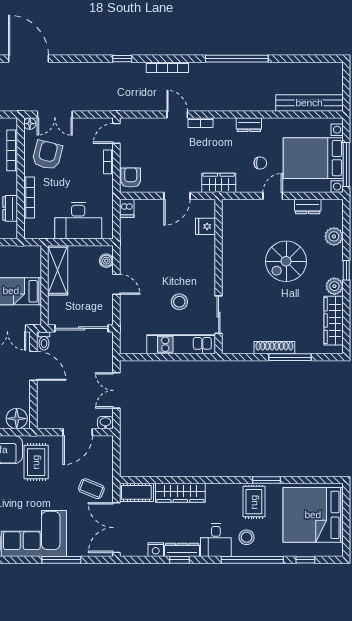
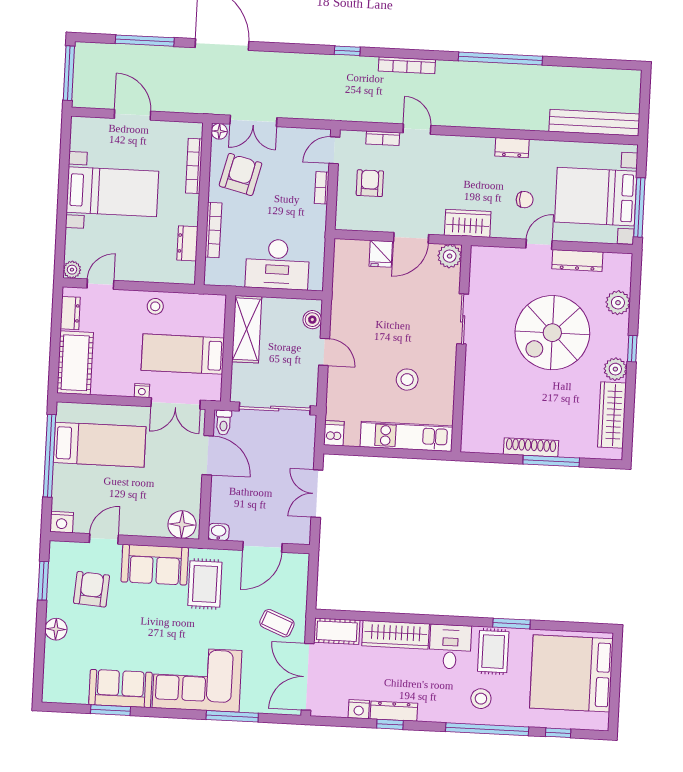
bookcase: (201, 123) -> (383, 138), moved
armchair: (131, 177) -> (370, 183), moved
dresser: (308, 206) -> (577, 260), width x1.44
dishwasher: (127, 208) -> (334, 433), moved, turned 180
plant: (206, 208) -> (450, 256), added
fridge: (206, 226) -> (381, 254), moved, turned -90
spiral stairs: (286, 261) -> (552, 333), width x1.37, depth x1.37
sliding door: (219, 315) -> (463, 319), moved
washbasin: (105, 423) -> (219, 532), moved
desk: (216, 540) -> (450, 647), moved, turned 180

